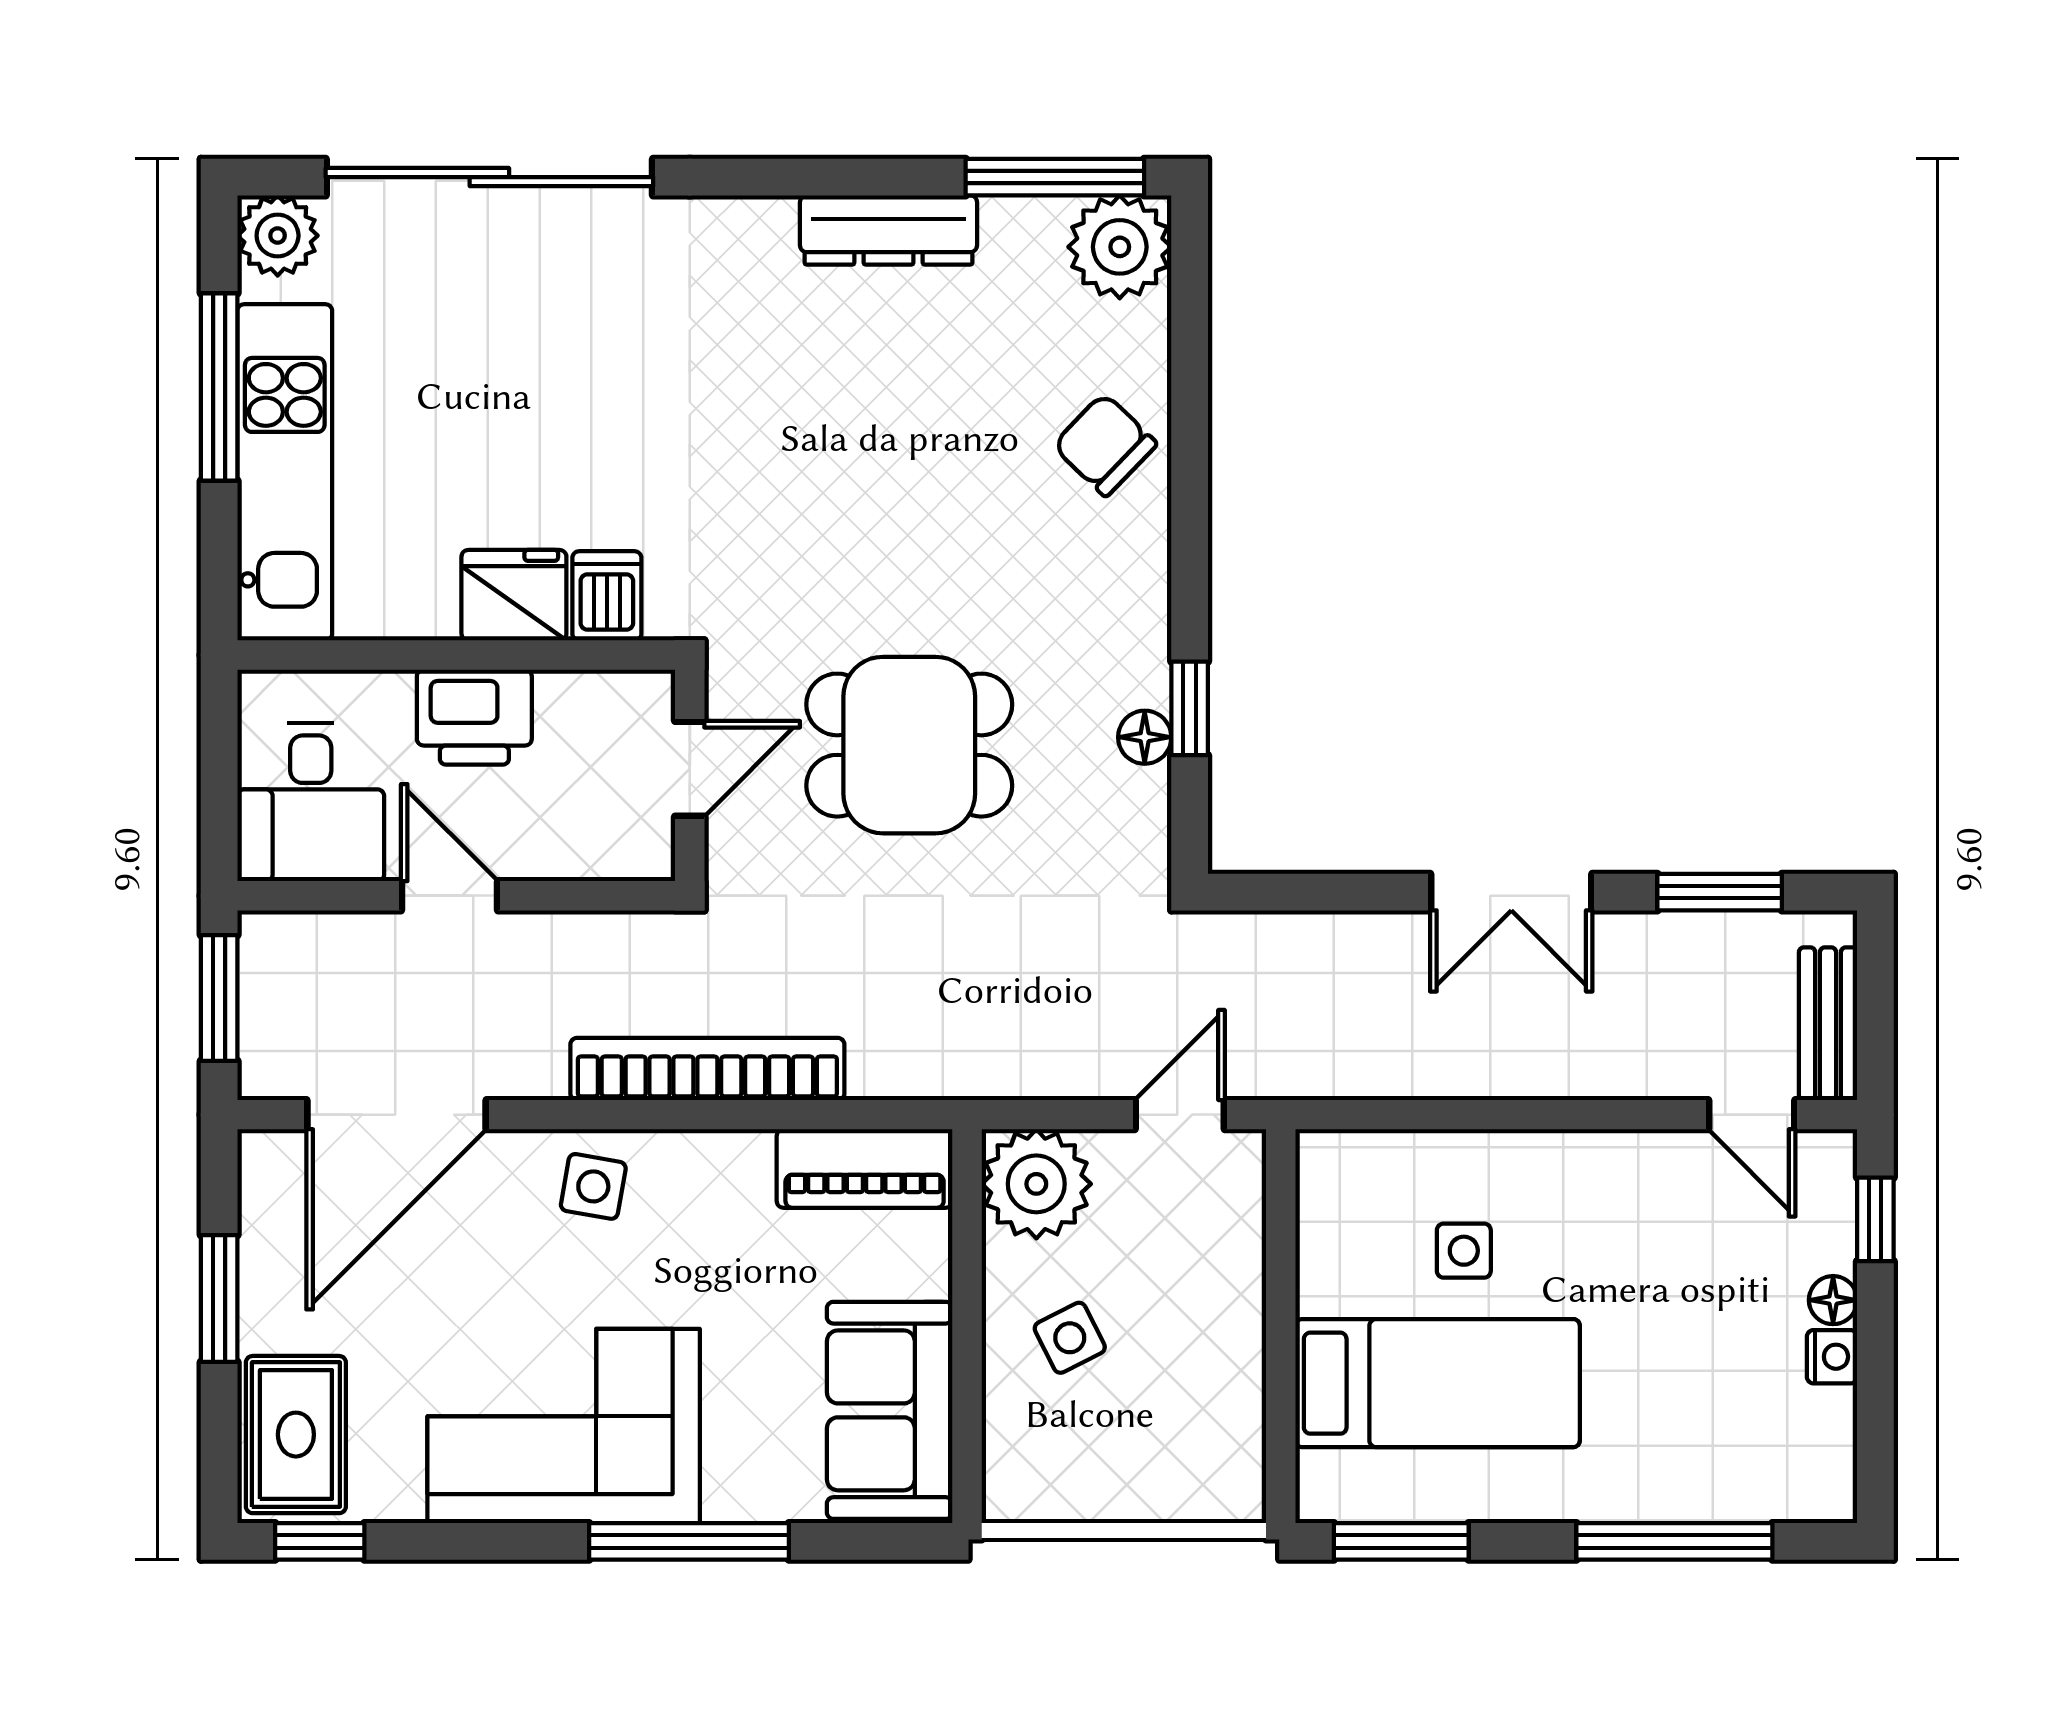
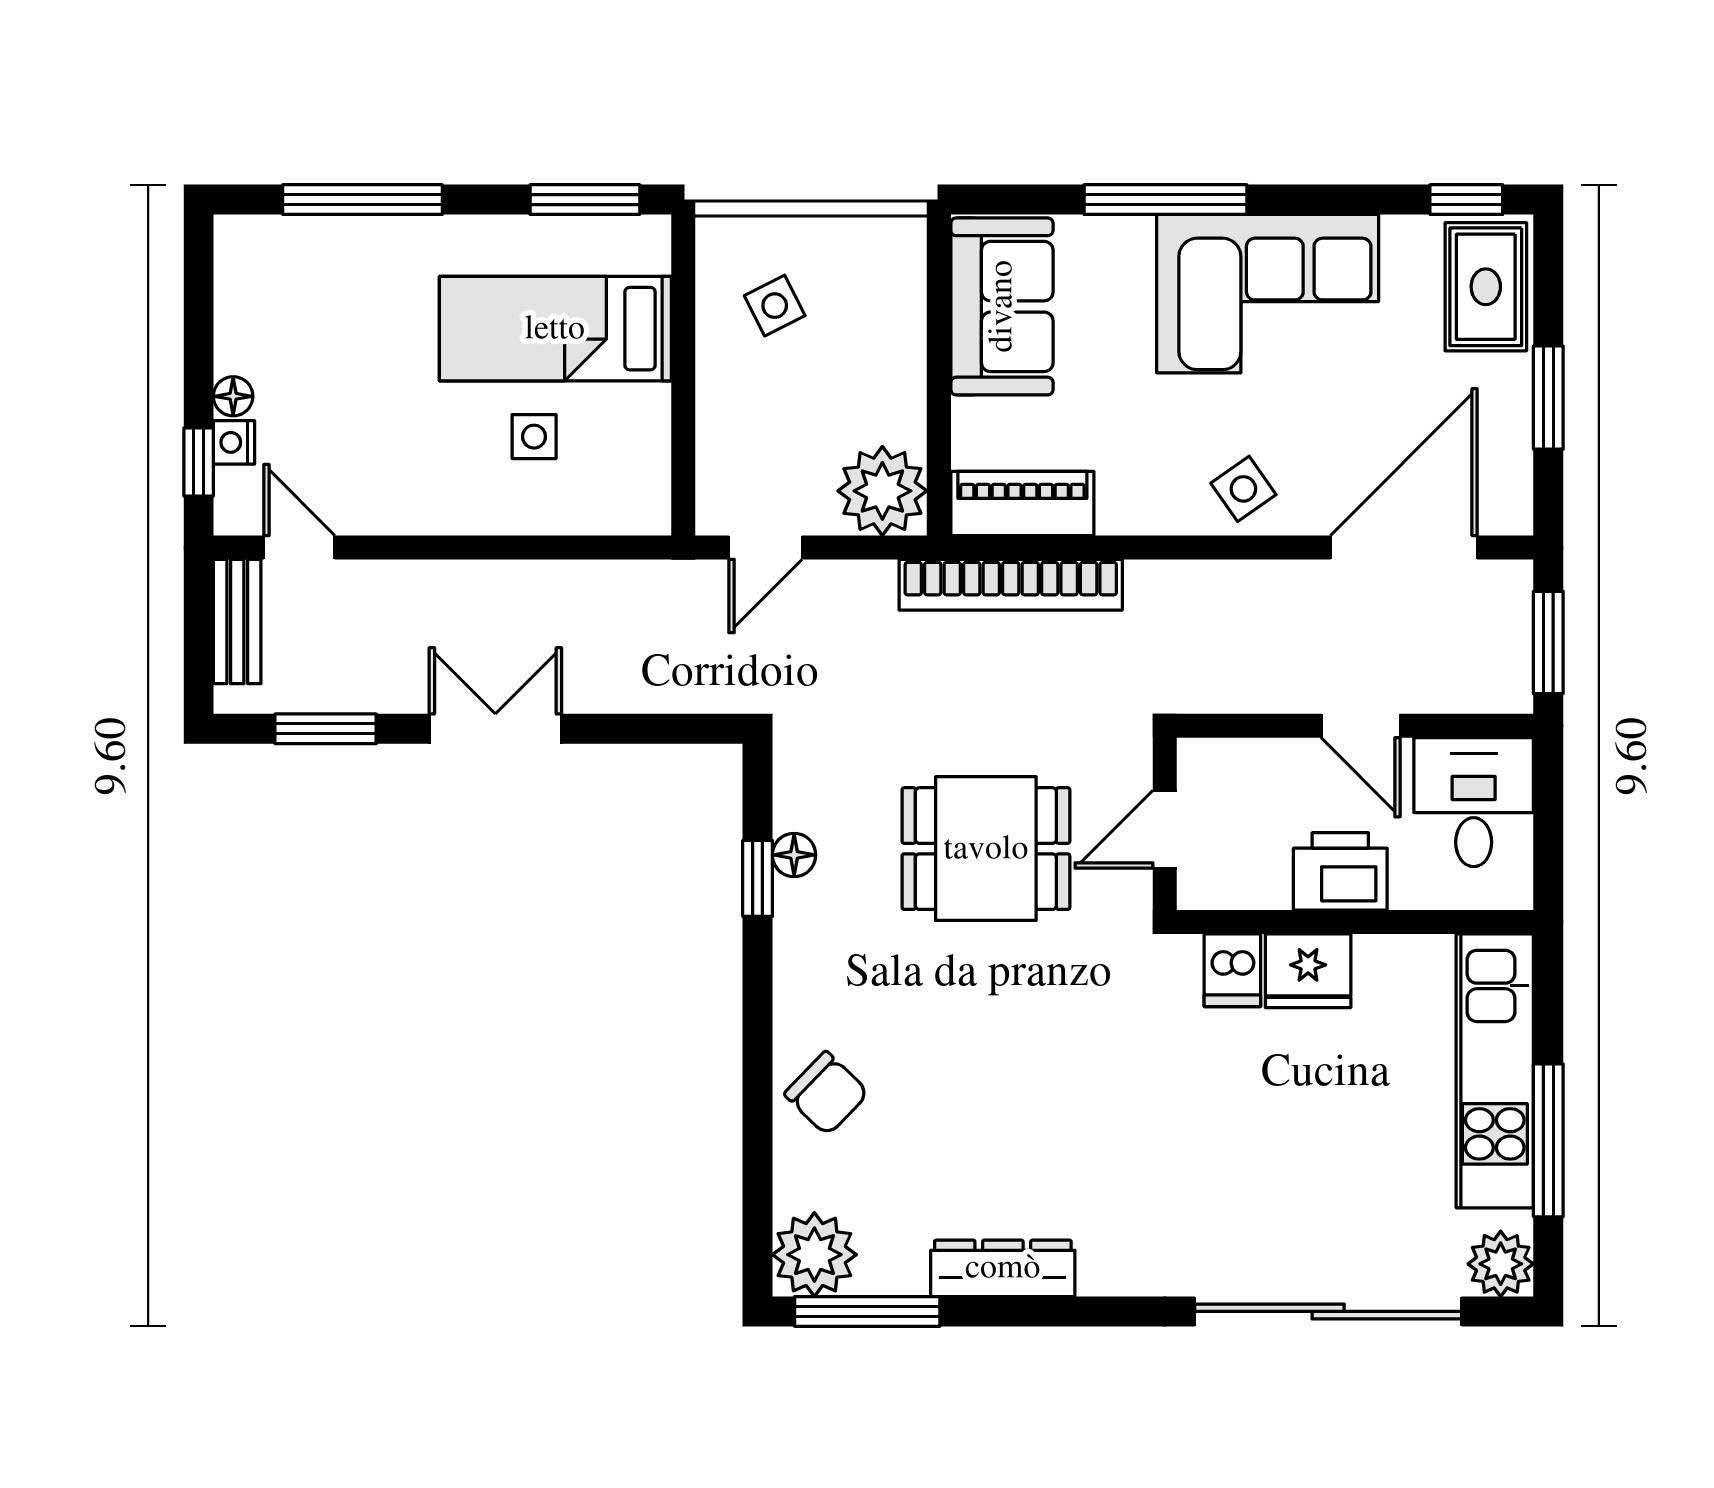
bookcase: (707, 1069) -> (1011, 585), moved
side table: (593, 1186) -> (1243, 489), turned 45
side table: (1070, 1338) -> (775, 306), moved
nightstand: (1832, 1357) -> (234, 442), moved

